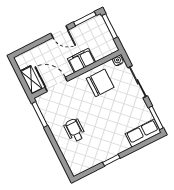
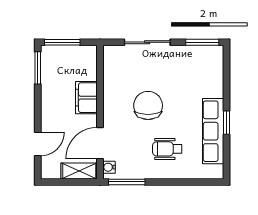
door: (59, 32) -> (38, 144), moved
water cooler: (118, 61) -> (109, 167), moved
chair: (100, 83) -> (148, 105), moved
row of seats: (143, 133) -> (213, 131), moved, width x1.48

